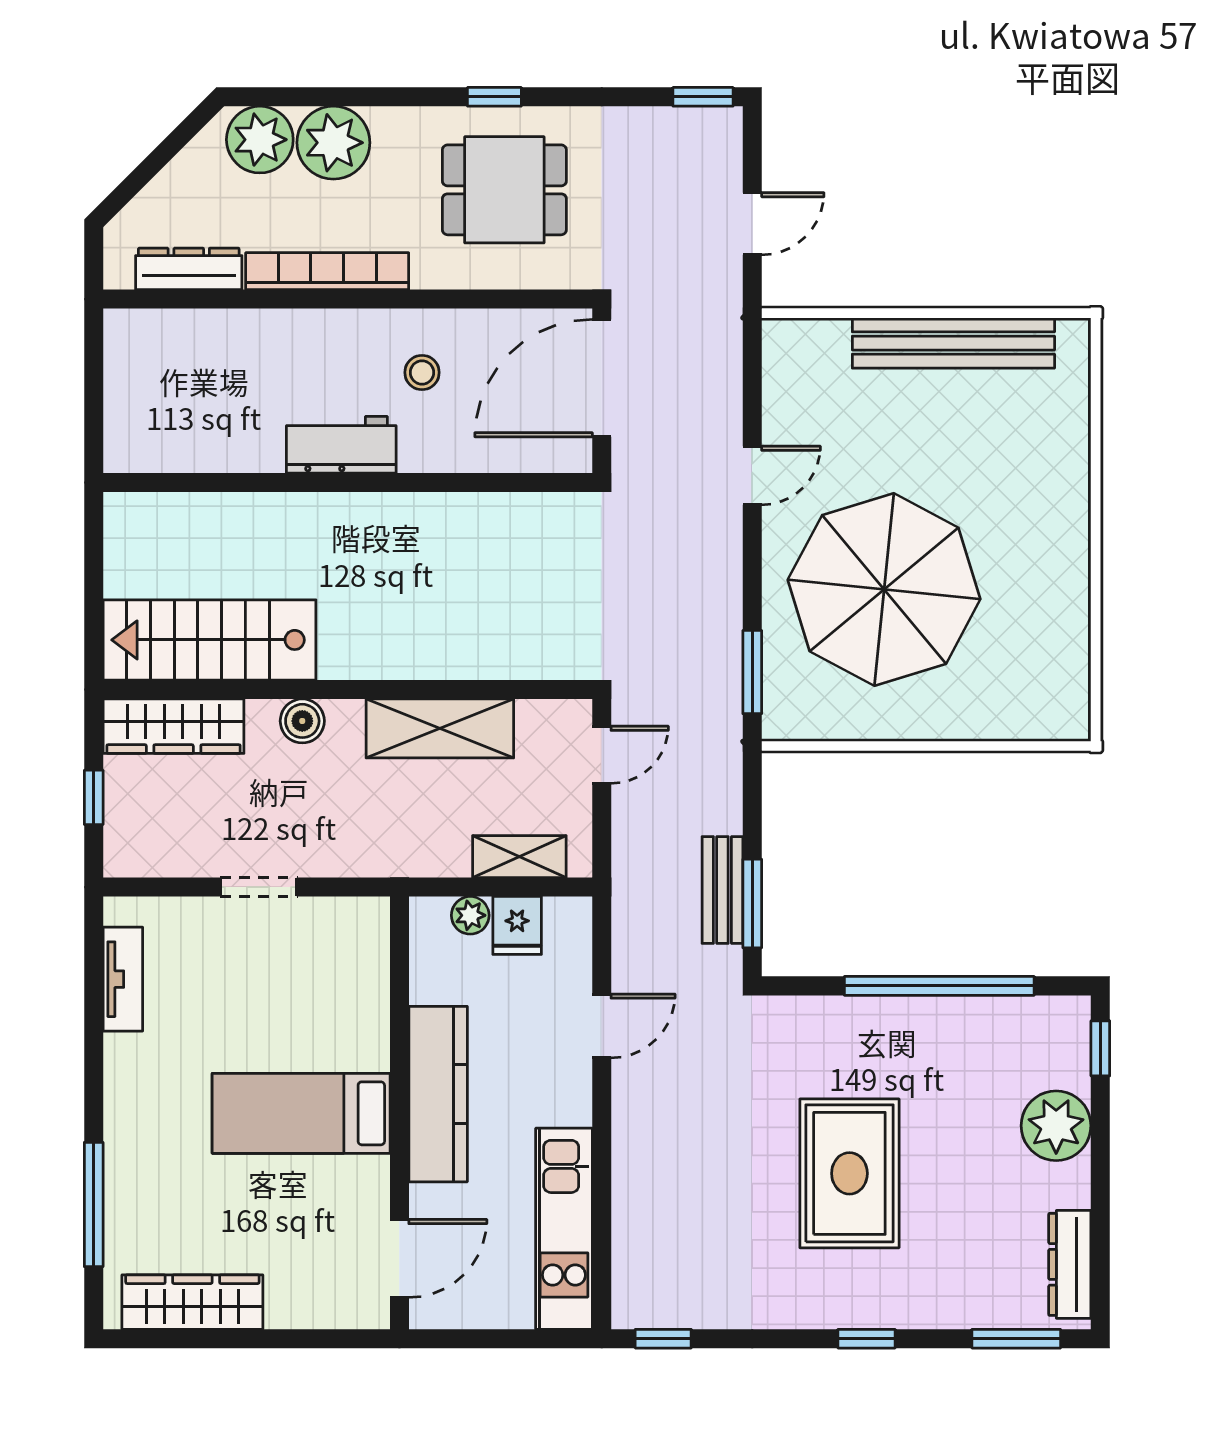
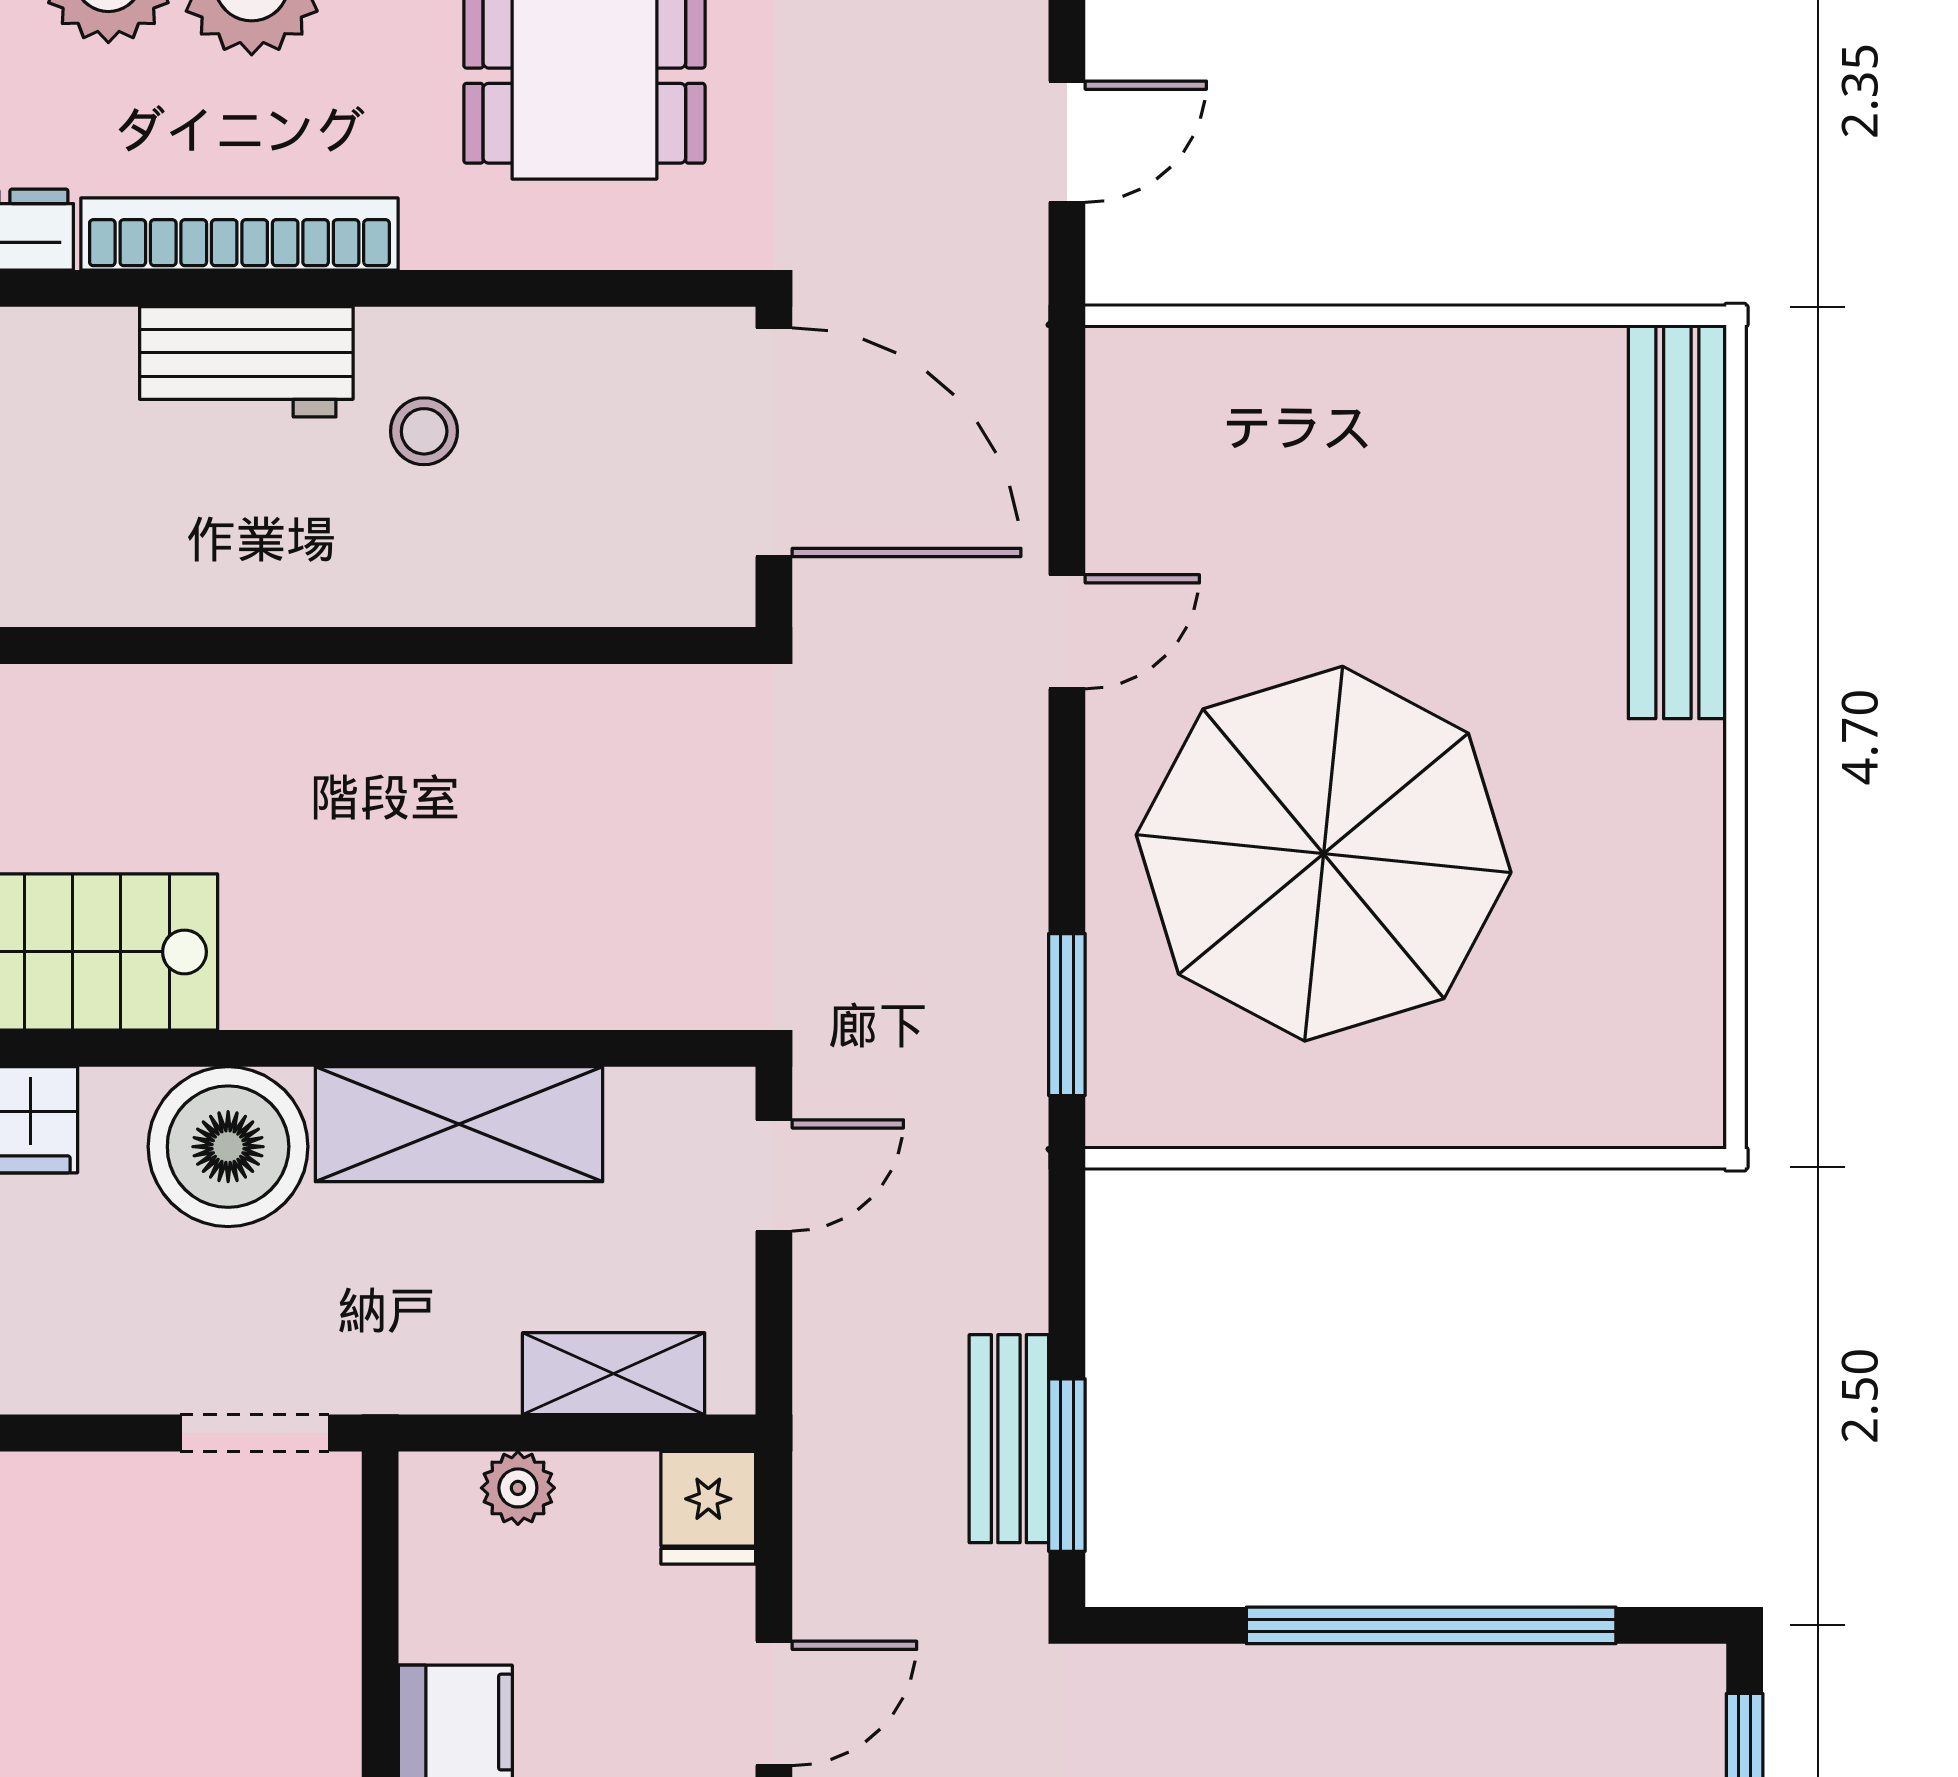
bench: (953, 343) -> (1677, 522), moved, turned 90
door: (602, 378) -> (774, 442), swing flipped
workbench: (341, 445) -> (246, 362), moved, turned 180
boiler: (302, 721) -> (228, 1147), width x1.86, depth x1.86
doorway: (259, 887) -> (255, 1433), moved
fridge: (517, 925) -> (708, 1508), moved

